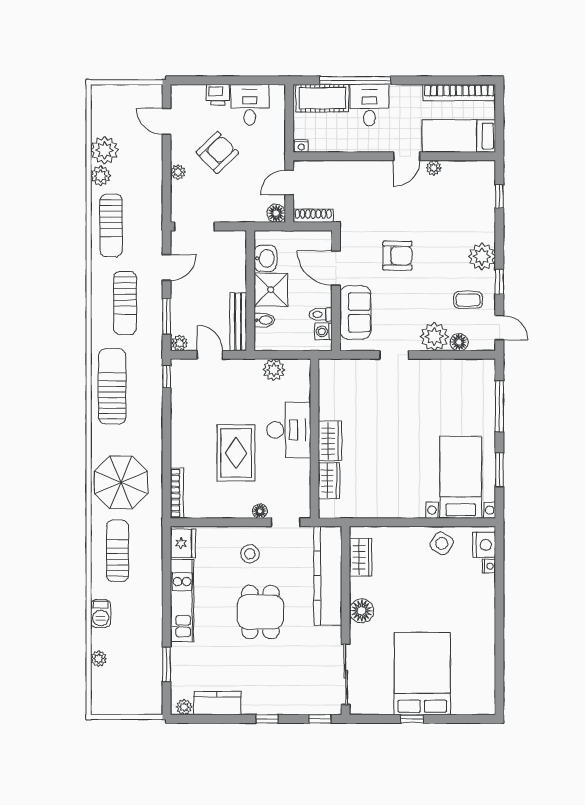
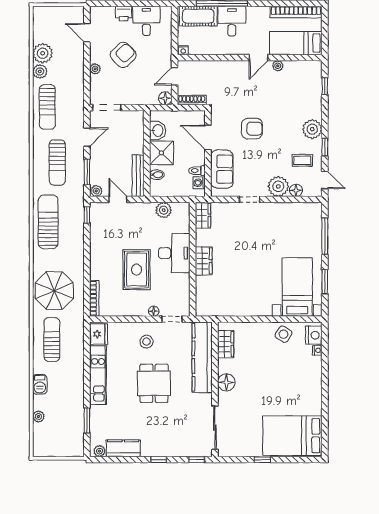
wardrobe: (329, 481) -> (203, 215), moved
bed: (422, 674) -> (292, 436), moved, turned -90

